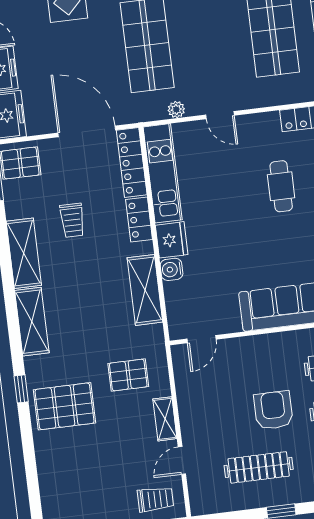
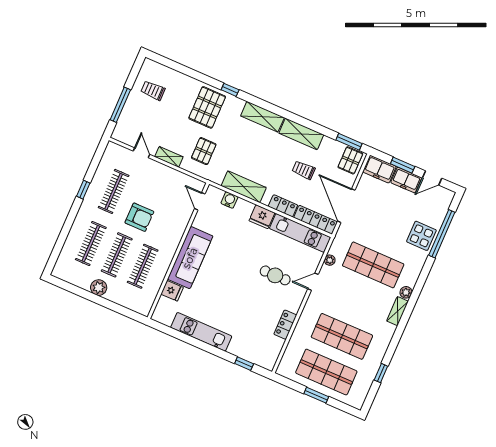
door: (87, 131) -> (346, 206), swing flipped
cafe table: (281, 186) -> (275, 275), moved
water cooler: (172, 269) -> (229, 200), moved
trolley: (155, 499) -> (153, 90), moved, turned 90

